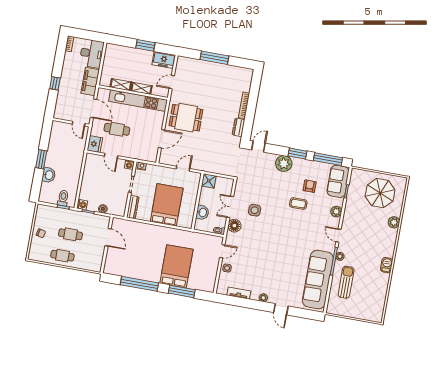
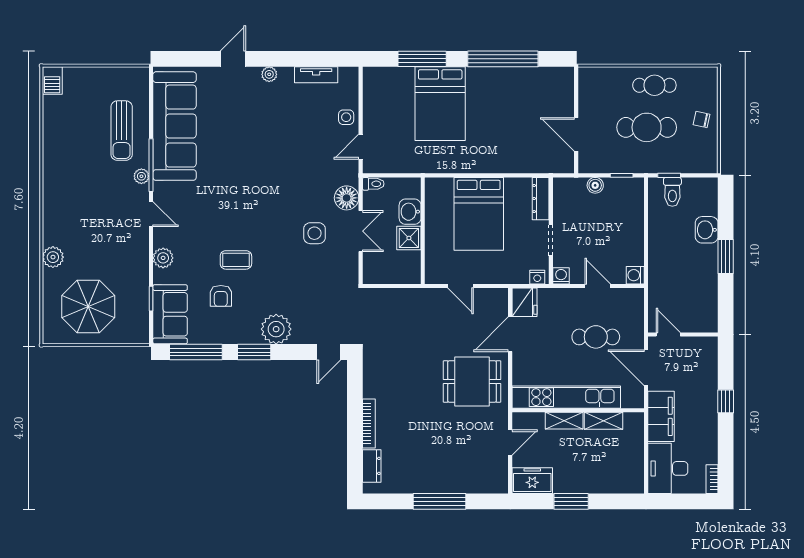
dresser: (238, 127) -> (372, 466), moved
fridge: (95, 144) -> (524, 302), moved, turned 180
door: (183, 169) -> (460, 286), hinge flipped
shower: (209, 181) -> (409, 238), moved
washing machine: (82, 205) -> (635, 275), moved
cafe table: (70, 234) -> (647, 127), width x1.37, depth x1.35
barbecue: (387, 265) -> (52, 81), moved
door: (281, 309) -> (233, 59), hinge flipped

